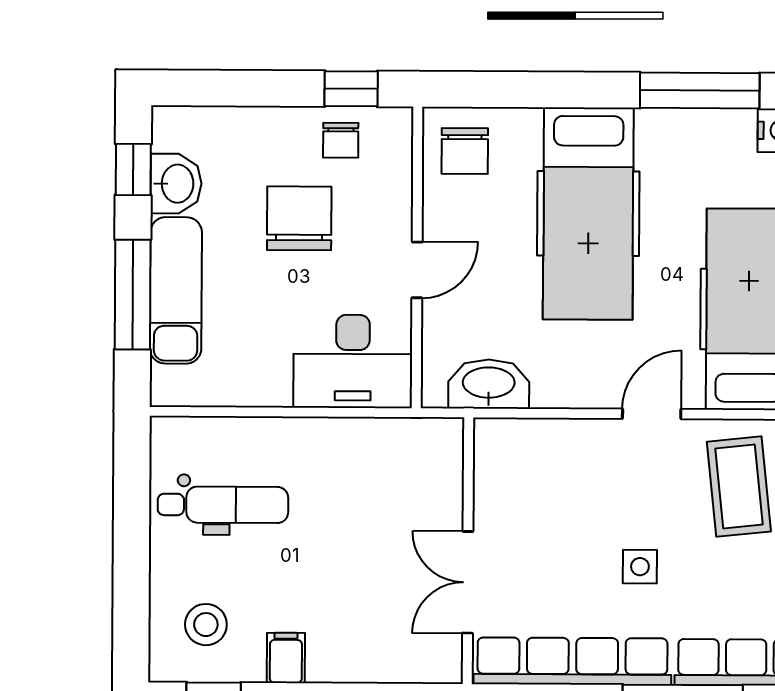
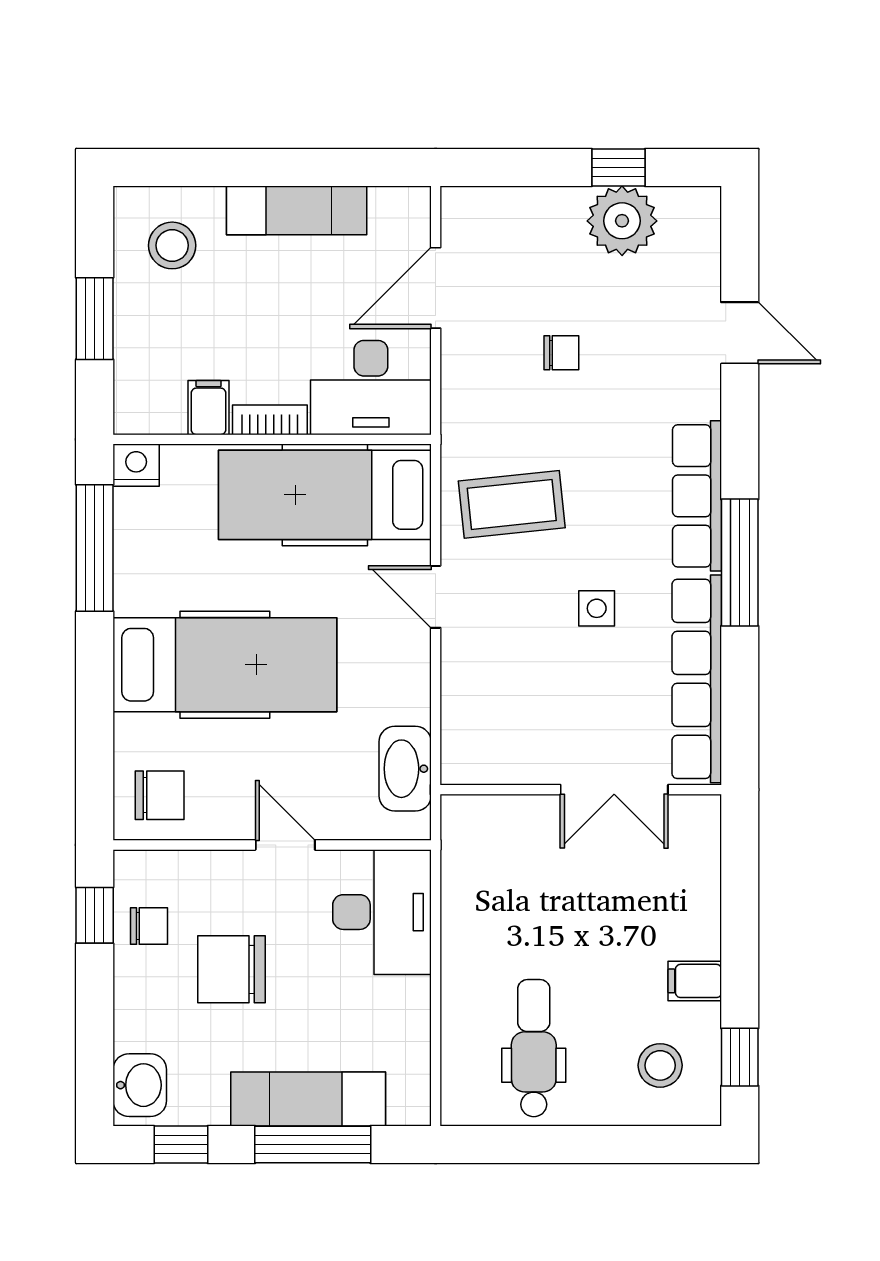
washbasin: (176, 184) -> (140, 1085), moved, turned 90

